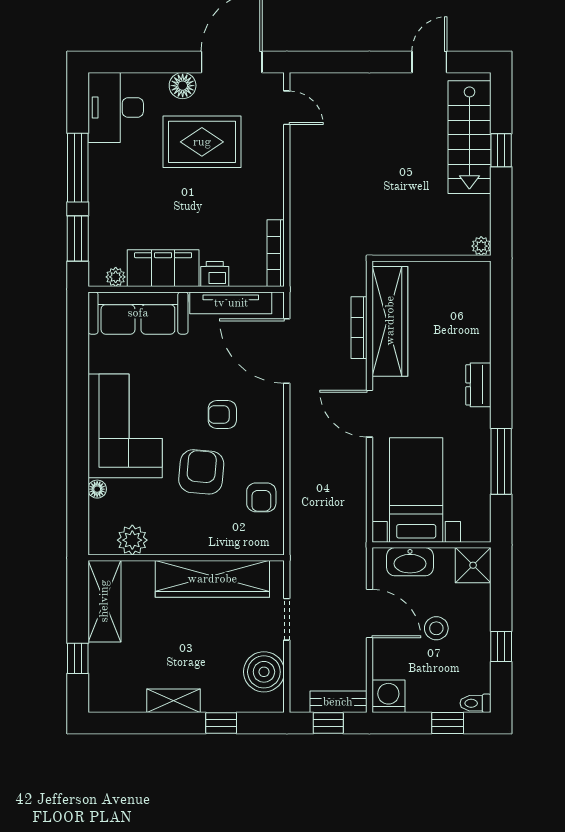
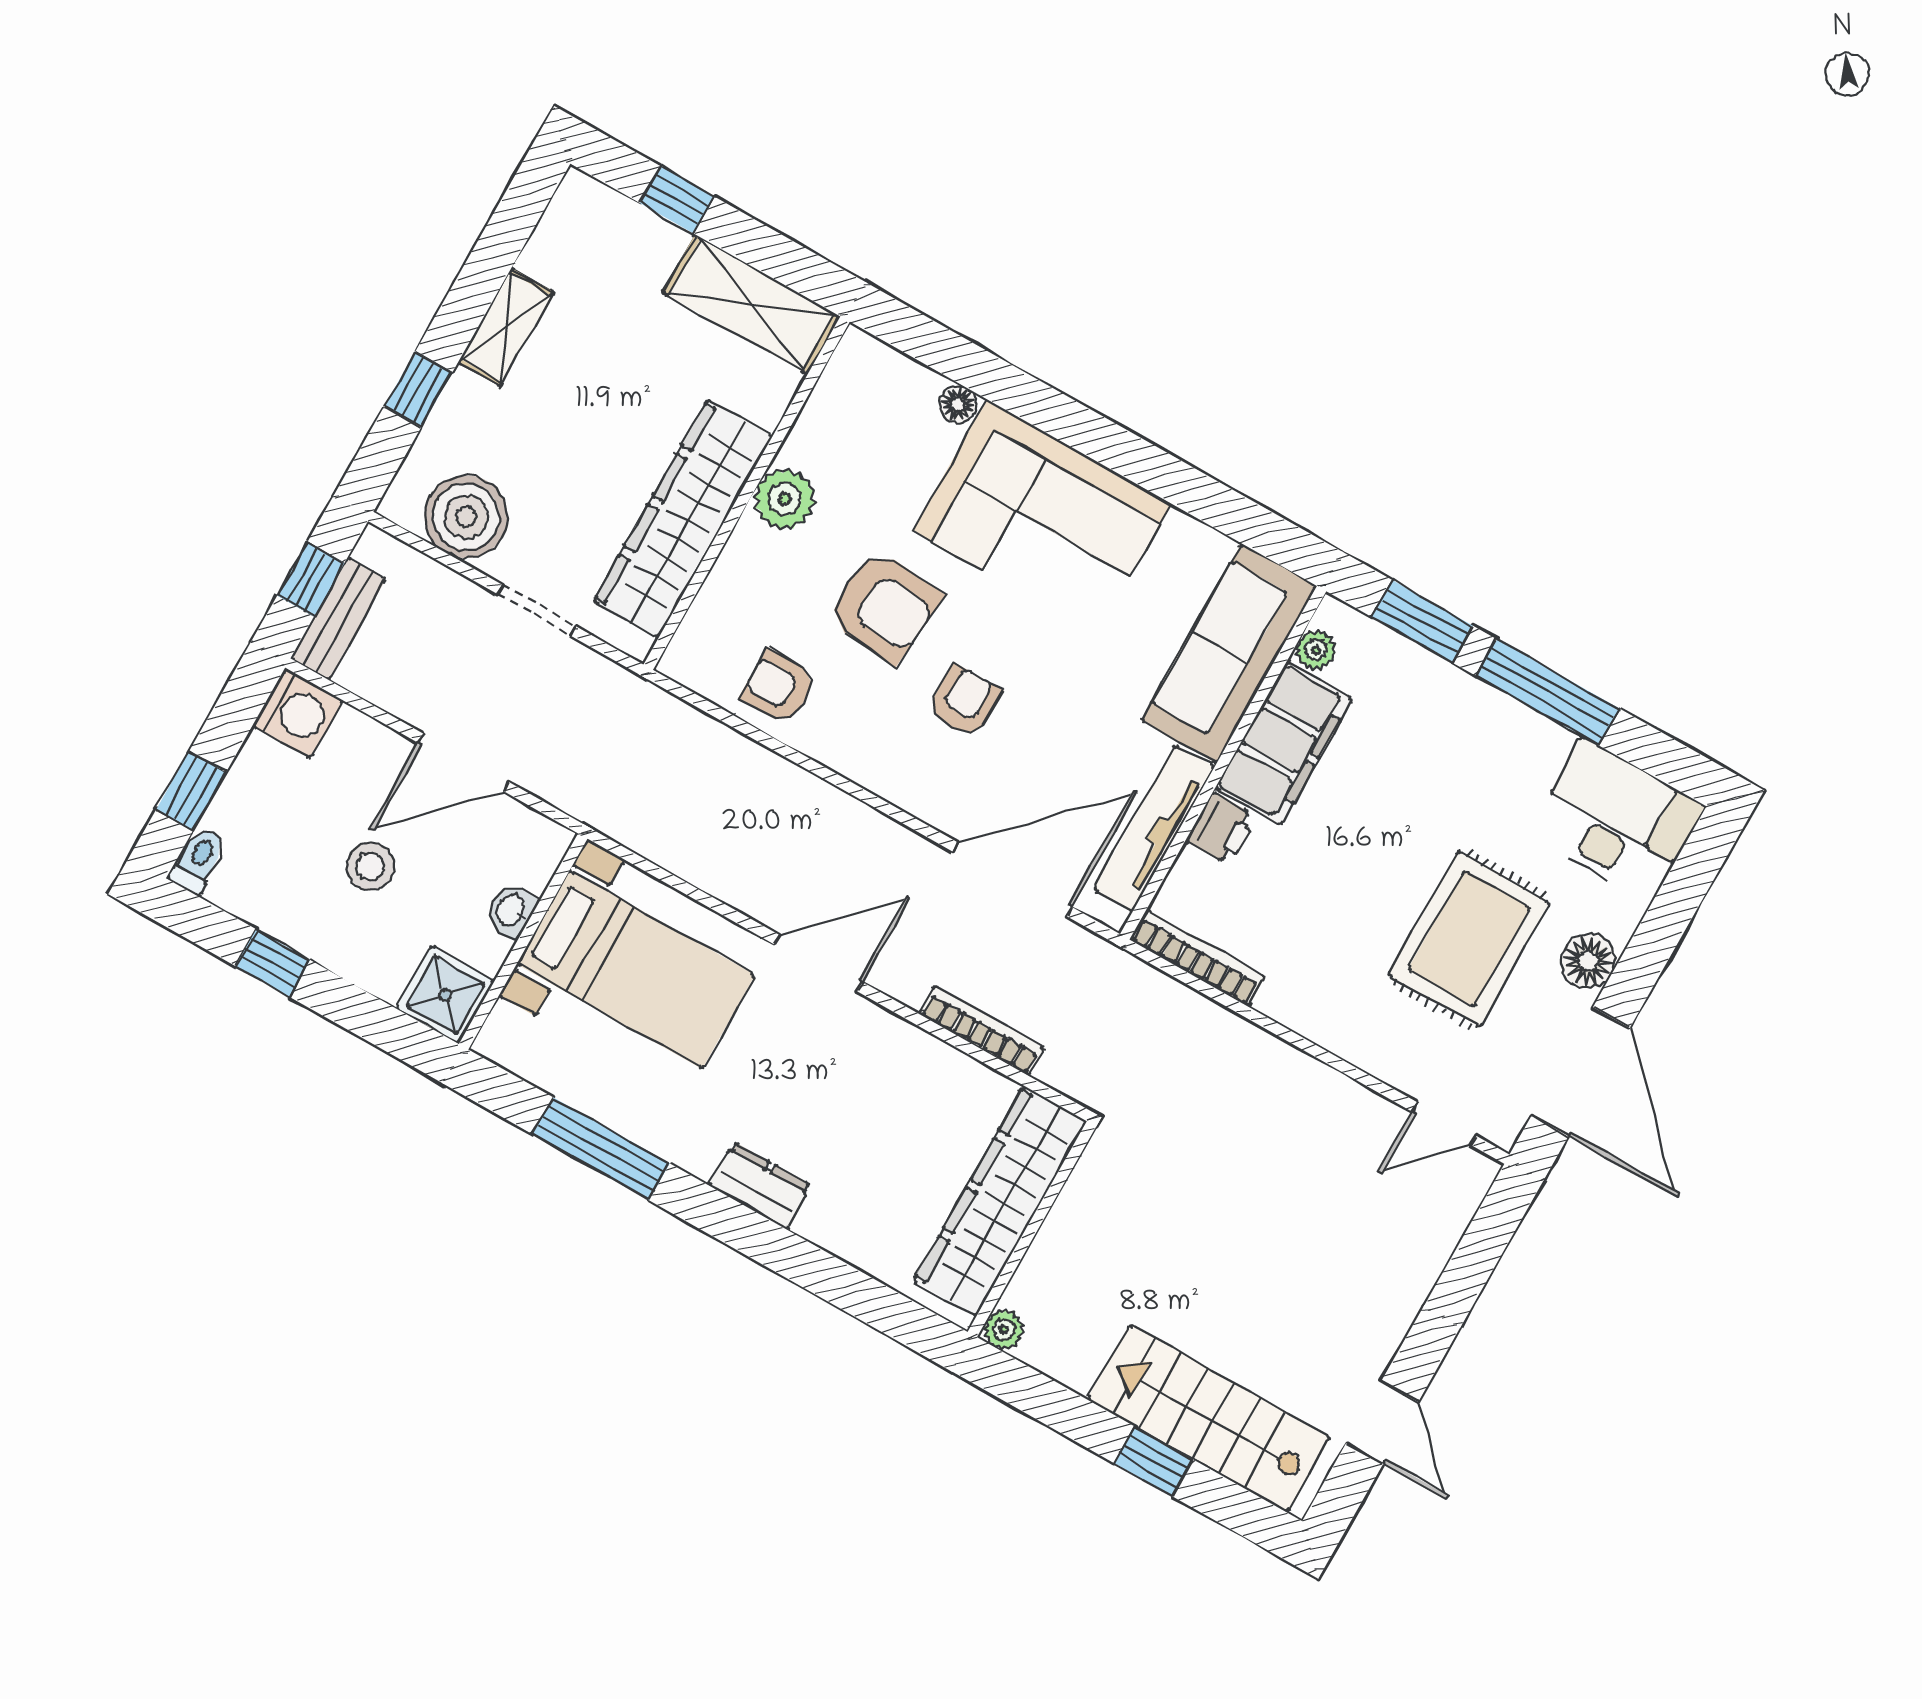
wardrobe: (390, 321) -> (1000, 1201), moved, turned 90
plant: (132, 540) -> (785, 499), moved
washbasin: (410, 562) -> (511, 911), width x0.52, depth x0.69

